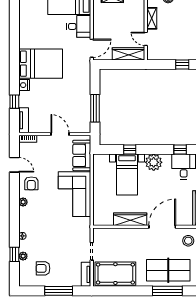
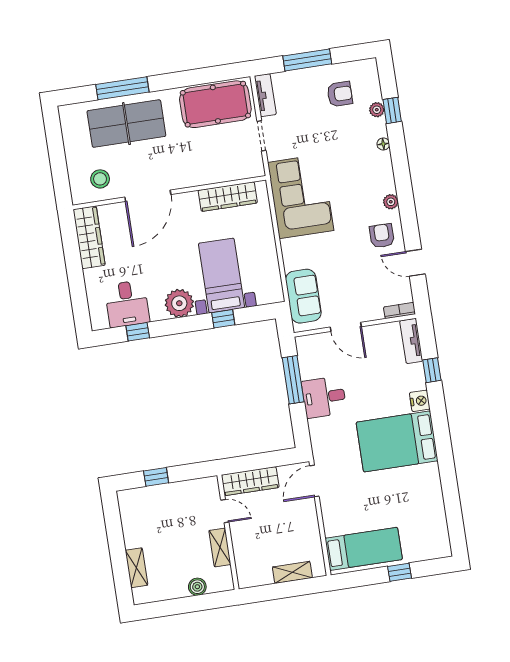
desk: (79, 26) -> (324, 397), moved
corner sofa: (74, 194) -> (301, 196), moved
wardrobe: (130, 219) -> (228, 197), moved

